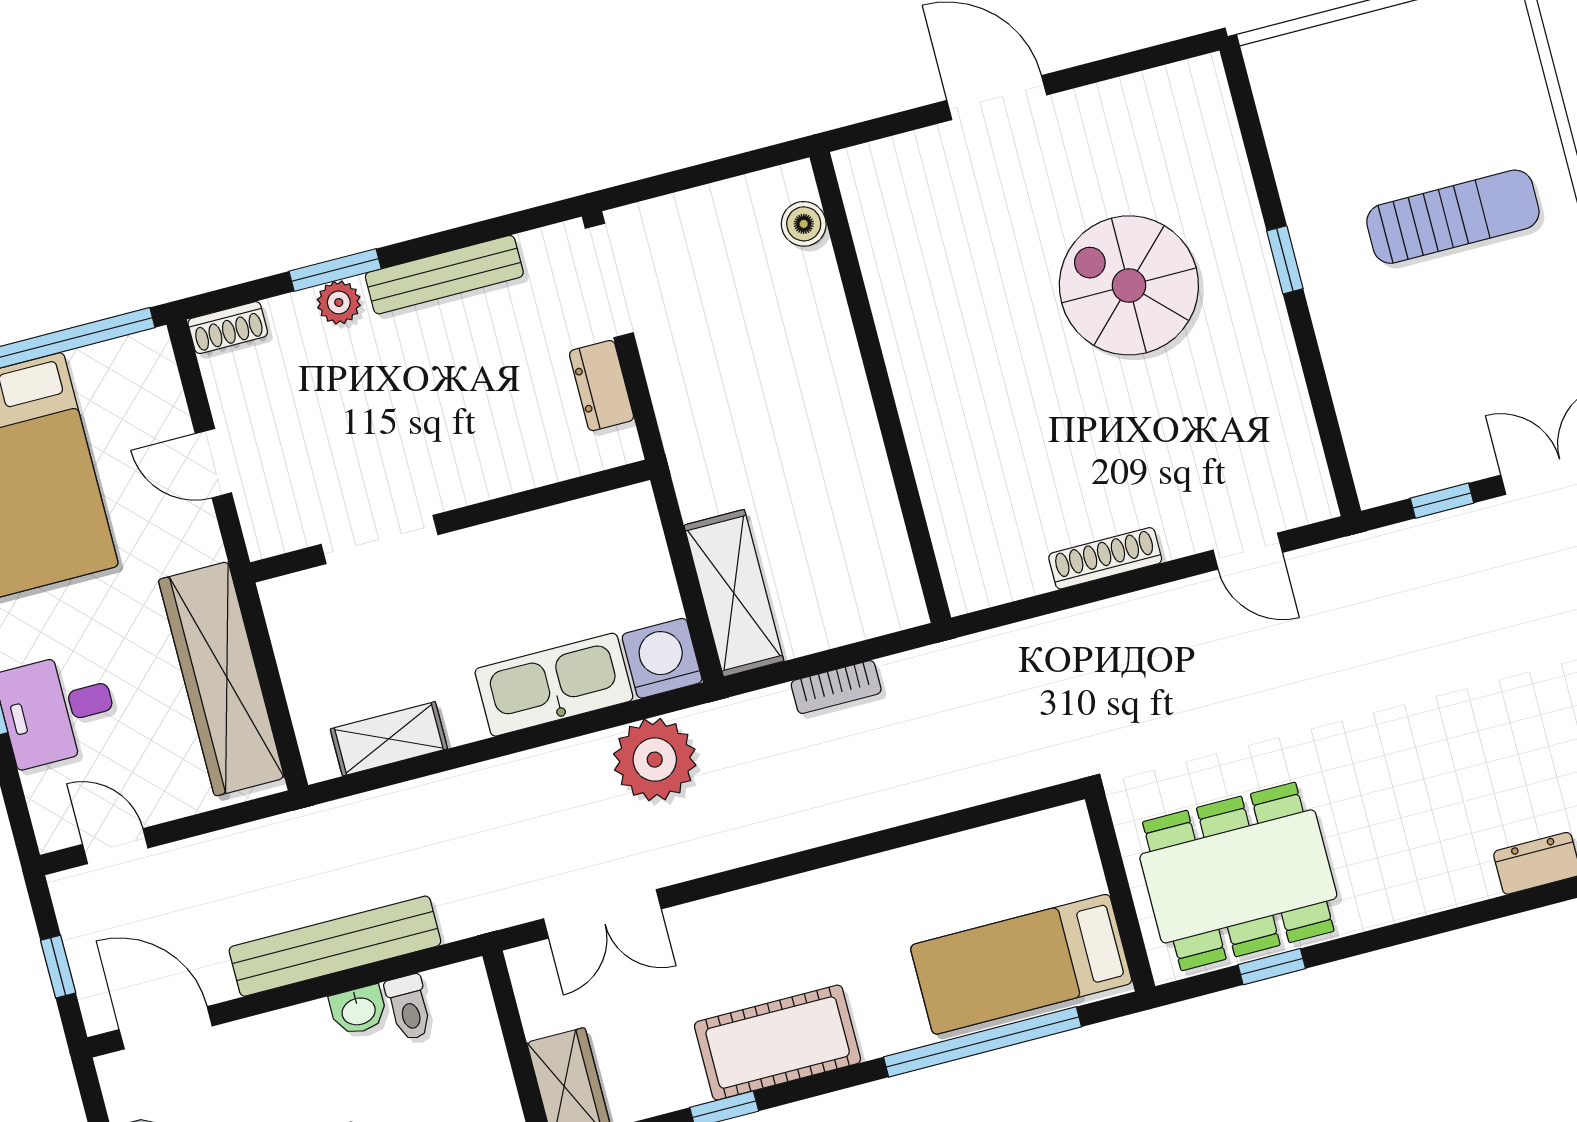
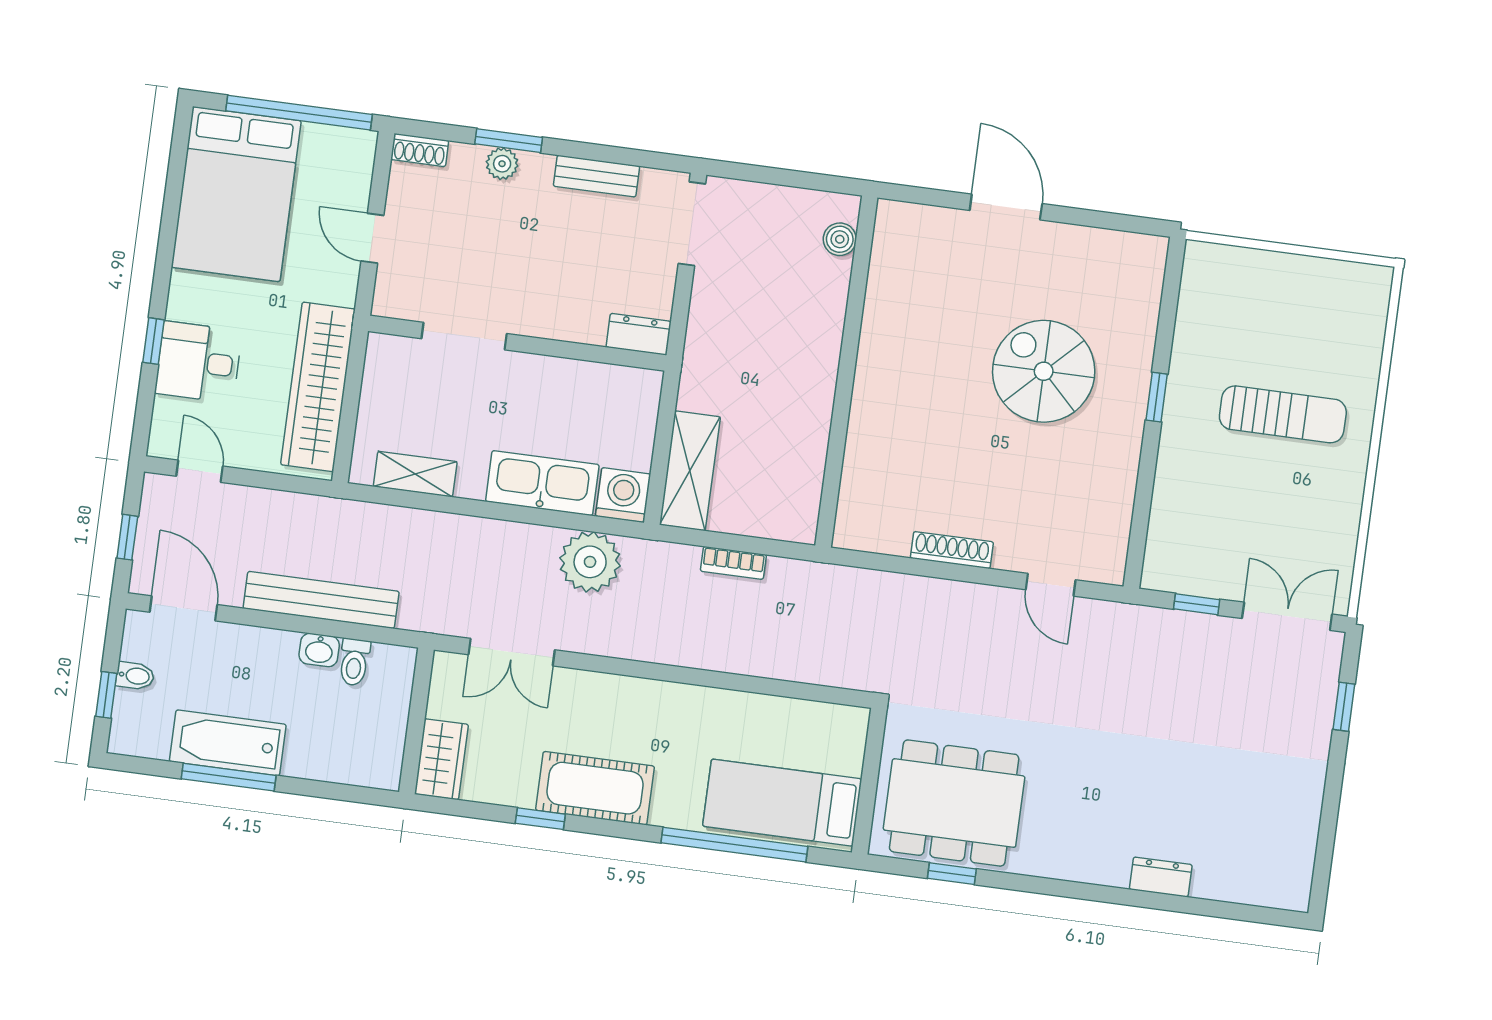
bench: (444, 275) -> (596, 176), width x0.73
dresser: (601, 386) -> (639, 334), moved, turned 90

